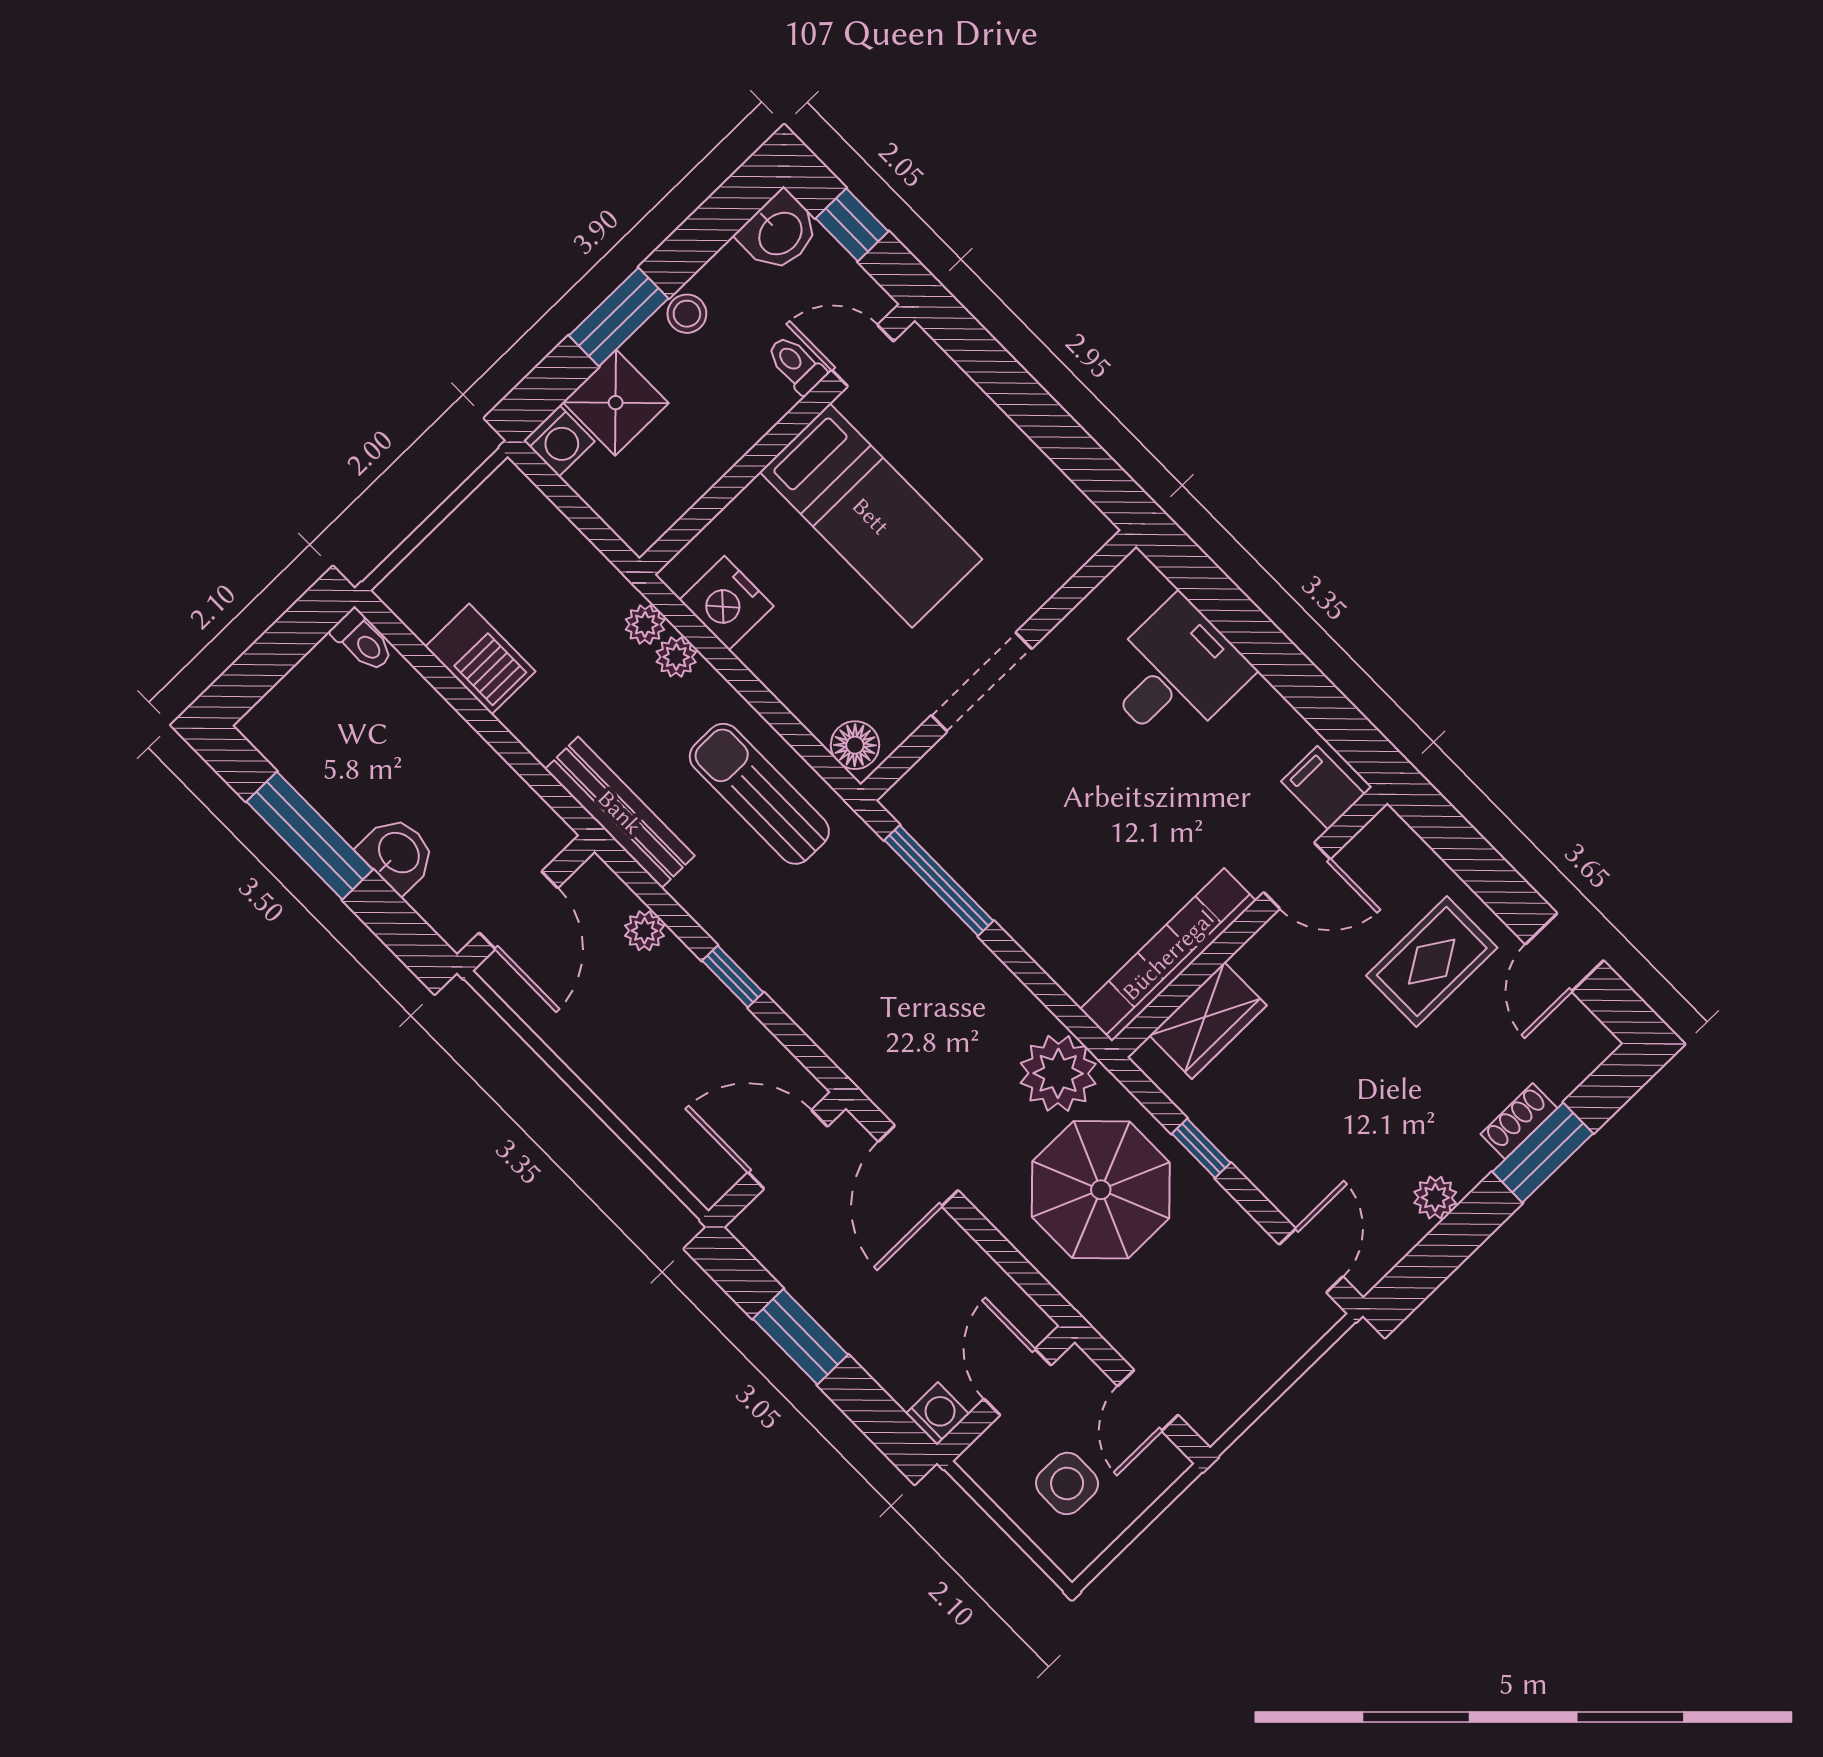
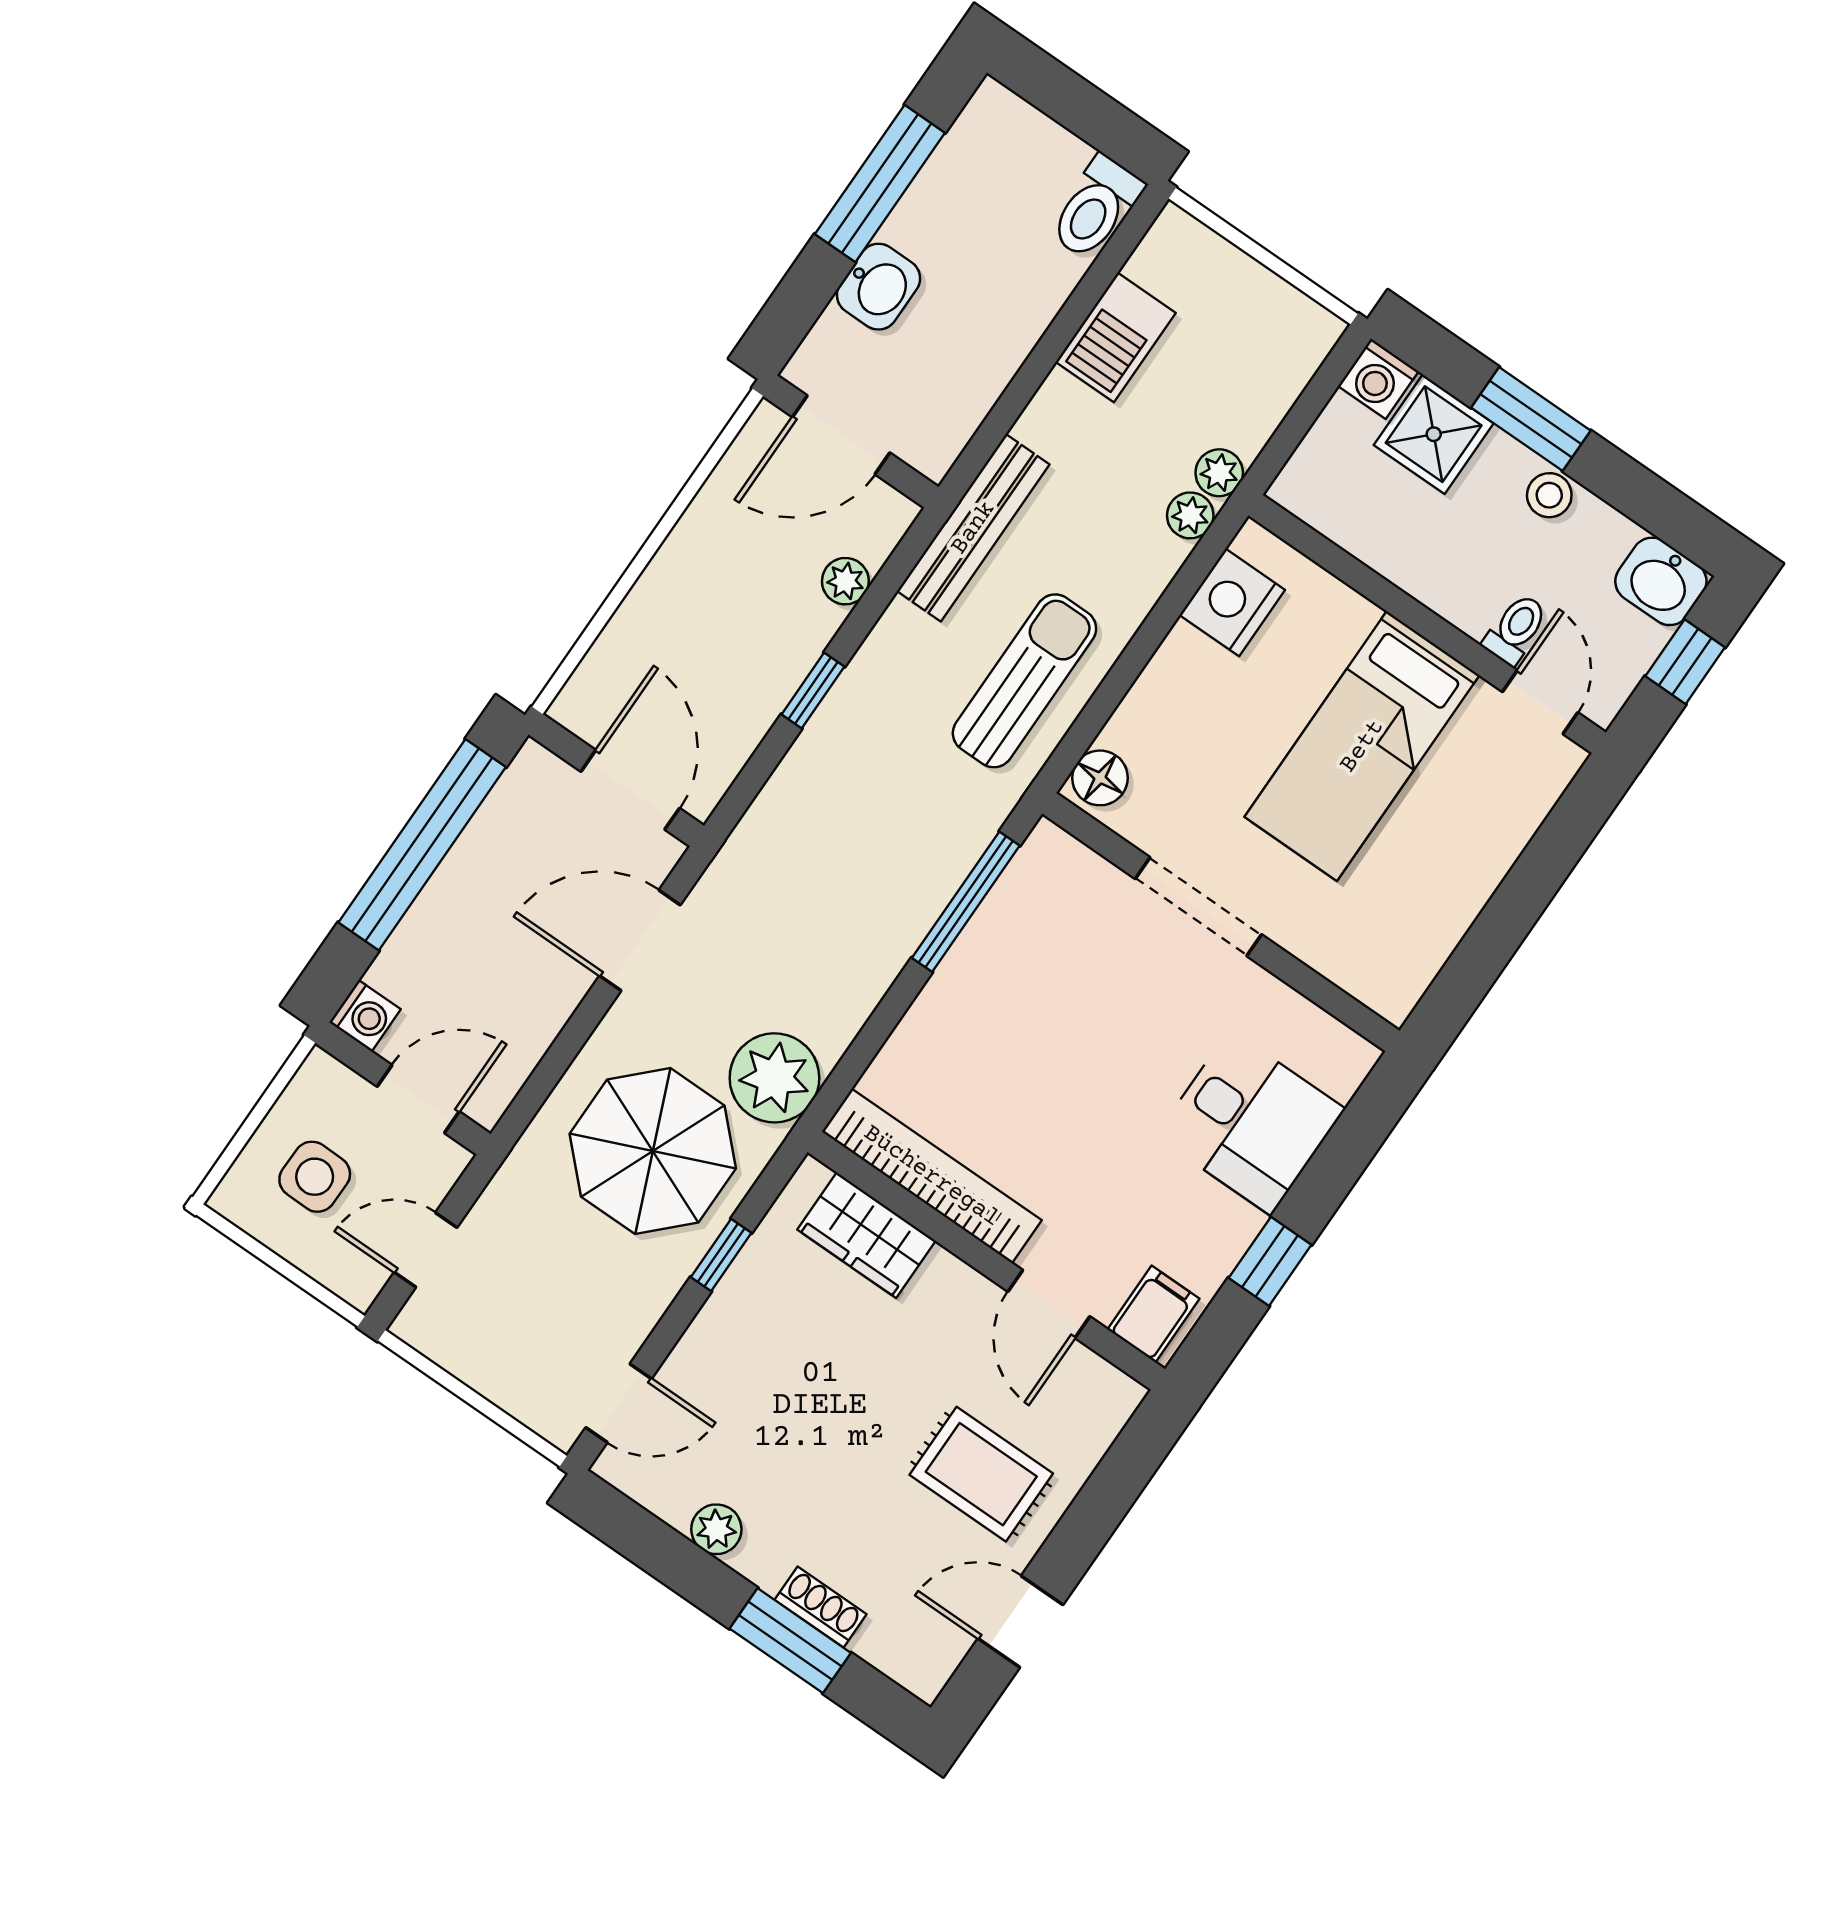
toilet: (363, 641) -> (1096, 208), width x1.37, depth x1.39
plant: (676, 657) -> (1219, 473), moved
window: (1297, 679) -> (1270, 1261), added
window: (800, 1337) -> (422, 845), width x2.11

